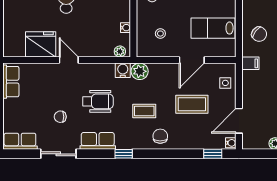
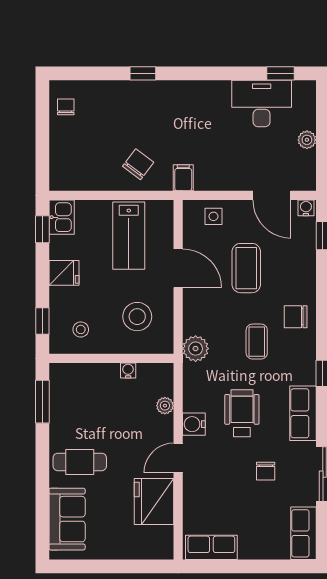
stool: (160, 34) -> (137, 317), width x1.89, depth x1.89
plant: (120, 51) -> (165, 406), moved
water cooler: (123, 70) -> (194, 424), moved

